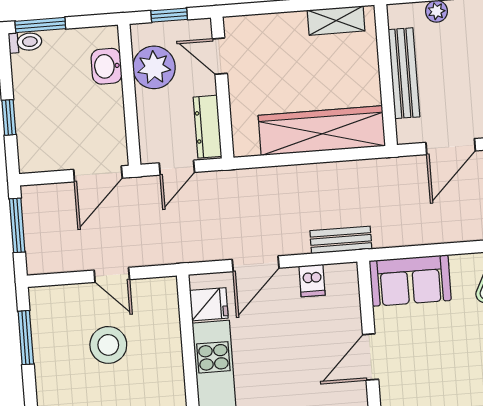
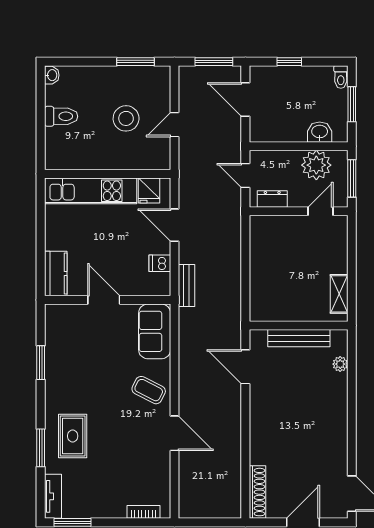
window: (169, 15) -> (352, 178), width x1.50
window: (40, 25) -> (352, 104), moved
dresser: (208, 127) -> (272, 199), width x0.70
wardrobe: (322, 131) -> (263, 278), removed
door: (98, 174) -> (245, 99), moved

